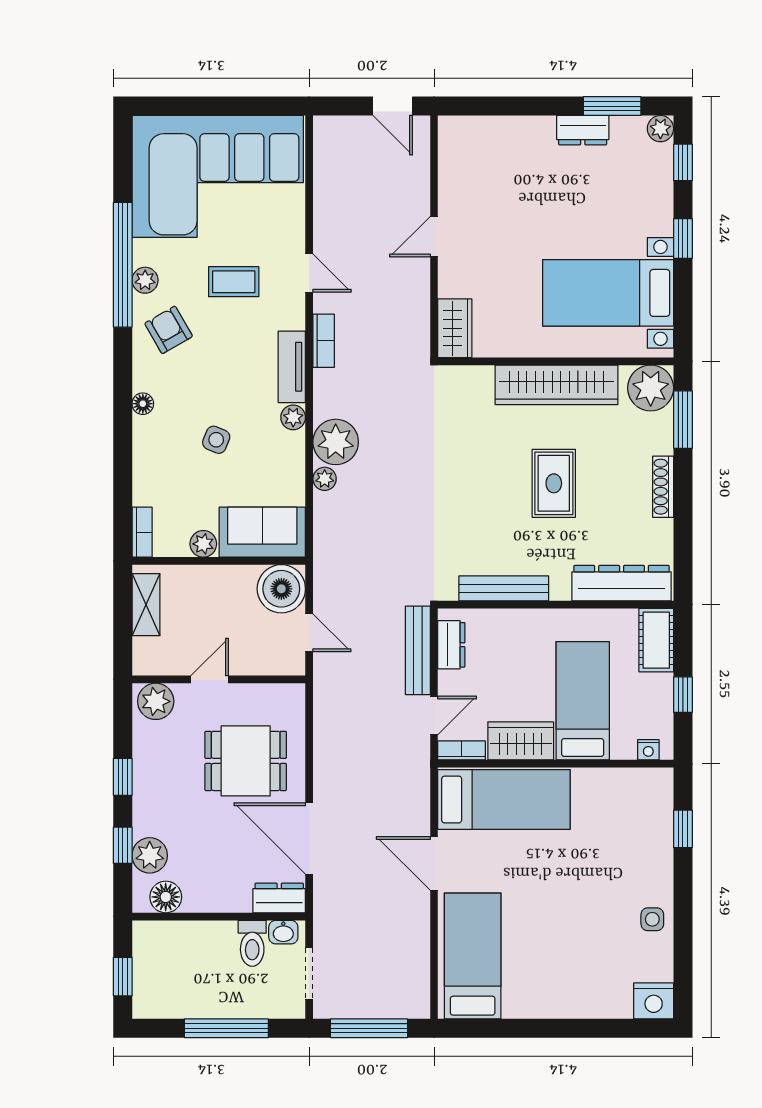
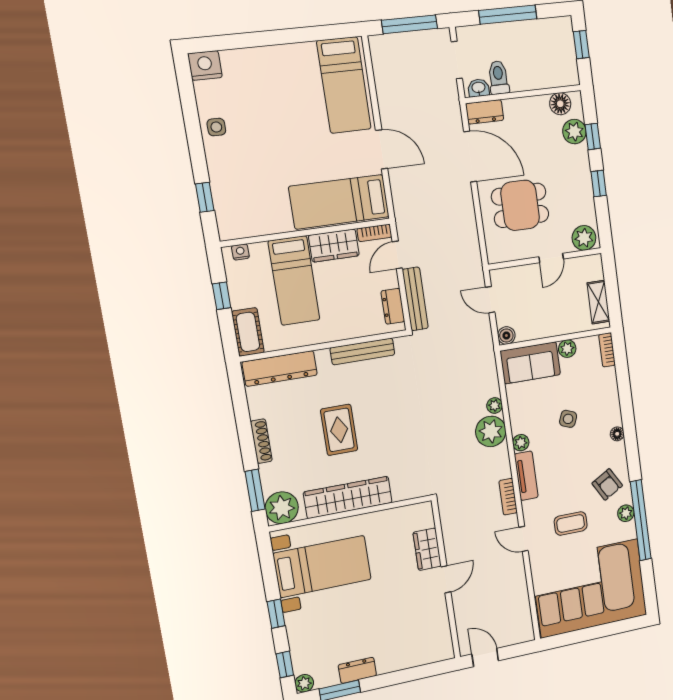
wardrobe: (455, 328) -> (427, 549), moved
boiler: (281, 589) -> (506, 336), width x0.54, depth x0.54

